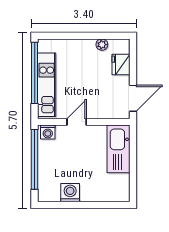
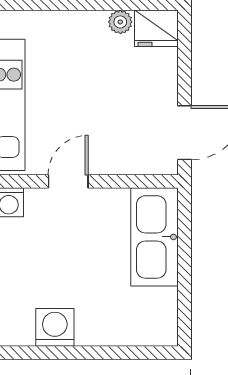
fridge: (121, 65) -> (156, 28), moved, turned -90

